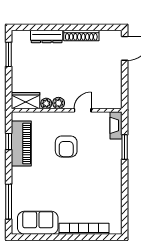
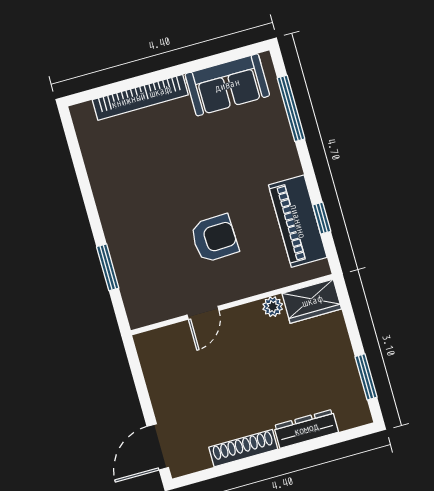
plant: (59, 103) -> (250, 314), removed
fireplace: (116, 125) -> (134, 302), removed
armchair: (66, 146) -> (214, 238), turned 88

